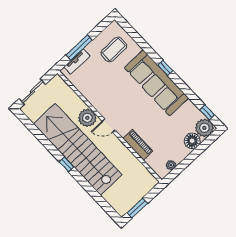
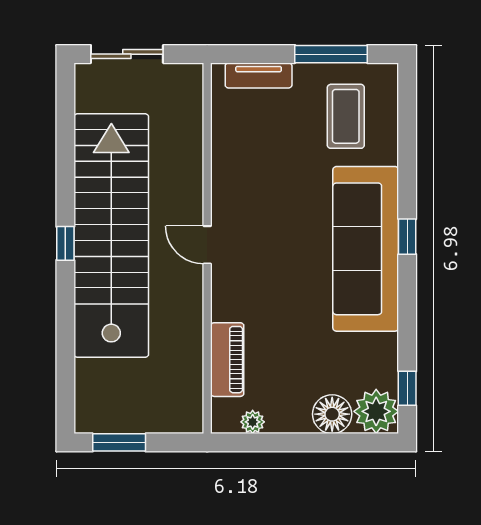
window: (79, 47) -> (331, 54), moved
coffee table: (114, 49) -> (346, 116), turned 90
plant: (87, 118) -> (182, 195), removed
piano: (138, 145) -> (227, 360), moved

